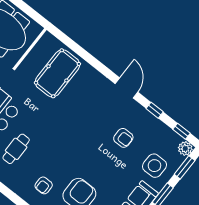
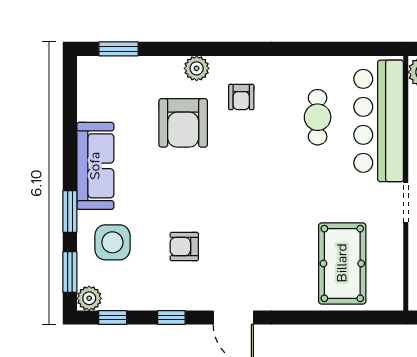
armchair: (44, 185) -> (241, 97), turned 180

